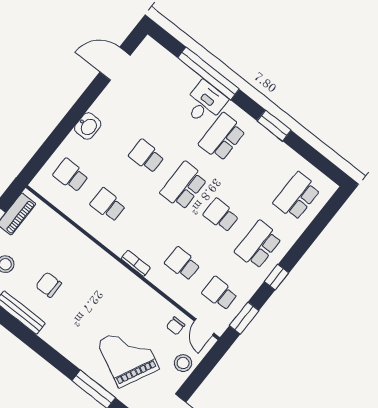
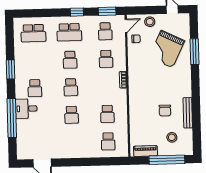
washbasin: (88, 126) -> (80, 152), removed
school desk: (222, 137) -> (35, 88), width x0.54
school desk: (184, 186) -> (71, 87), width x0.54

